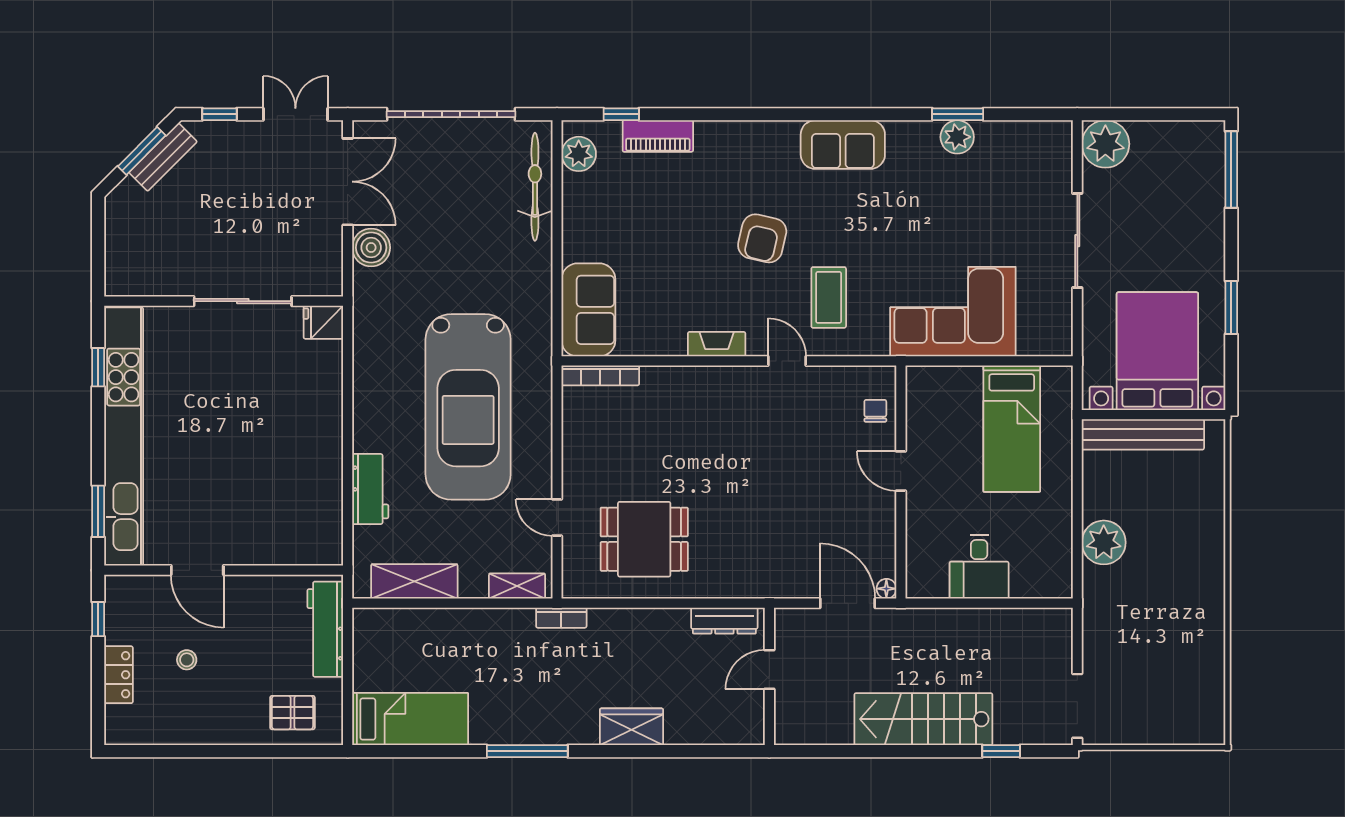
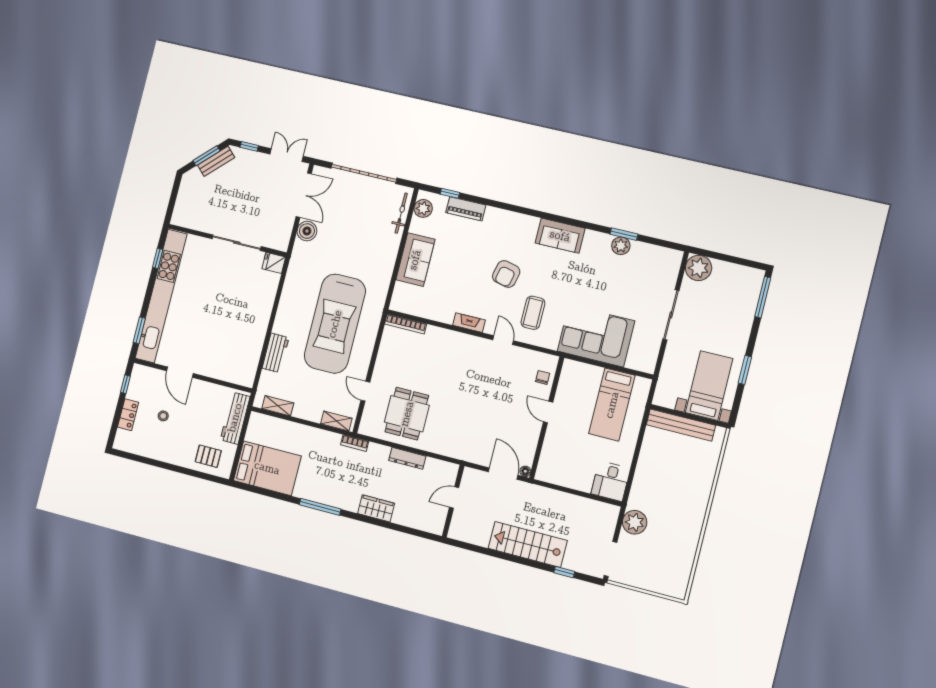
bicycle: (535, 187) -> (401, 213), width x0.73, depth x0.71
sofa: (588, 310) -> (415, 260), moved
bed with nightstands: (1157, 351) -> (709, 386), width x0.73
dining table: (644, 539) -> (407, 414), turned 90
plant: (1104, 542) -> (635, 522), moved
desk: (979, 567) -> (611, 481), moved
shelving: (414, 581) -> (278, 406), width x0.67, depth x0.75
dresser: (724, 621) -> (407, 458), moved
bed: (410, 719) -> (267, 468), width x1.50

